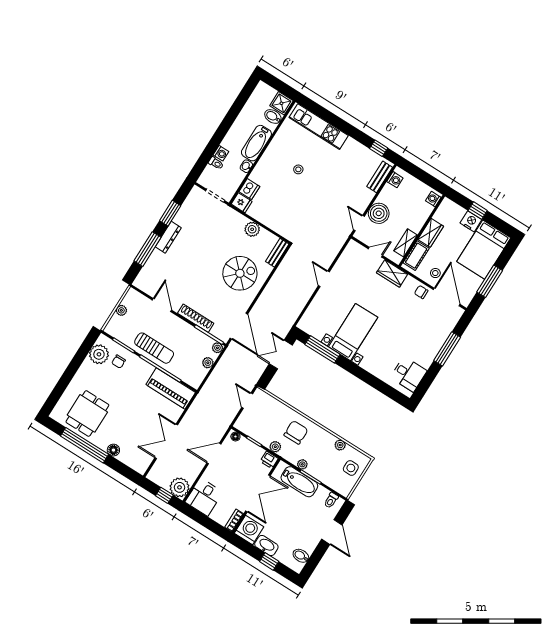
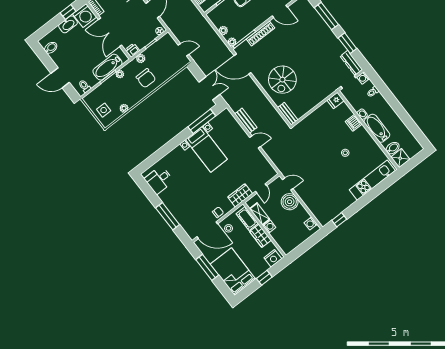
washing machine: (221, 153) -> (363, 78), moved
bench: (380, 177) -> (246, 121), moved
dishwasher: (249, 189) -> (354, 123), moved
washing machine: (433, 199) -> (269, 227), moved
nightstand: (471, 221) -> (273, 258), moved
plant: (252, 229) -> (313, 101), removed
dresser: (168, 237) -> (351, 63), moved
window: (269, 561) -> (68, 12), moved

